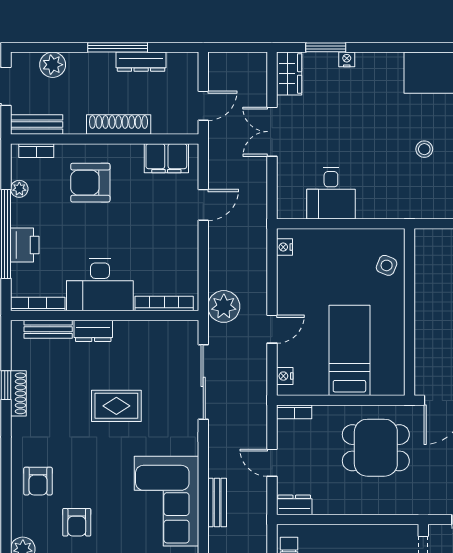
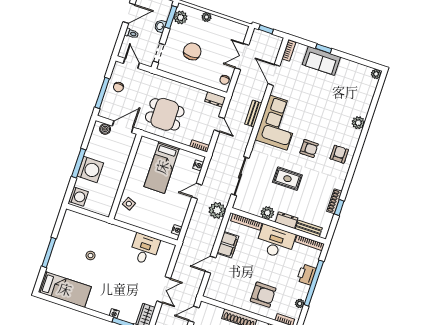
filing cabinet: (166, 158) -> (228, 245), moved, turned 90
plant: (132, 332) -> (267, 213), added
armchair: (77, 522) -> (309, 148), moved, turned 90

